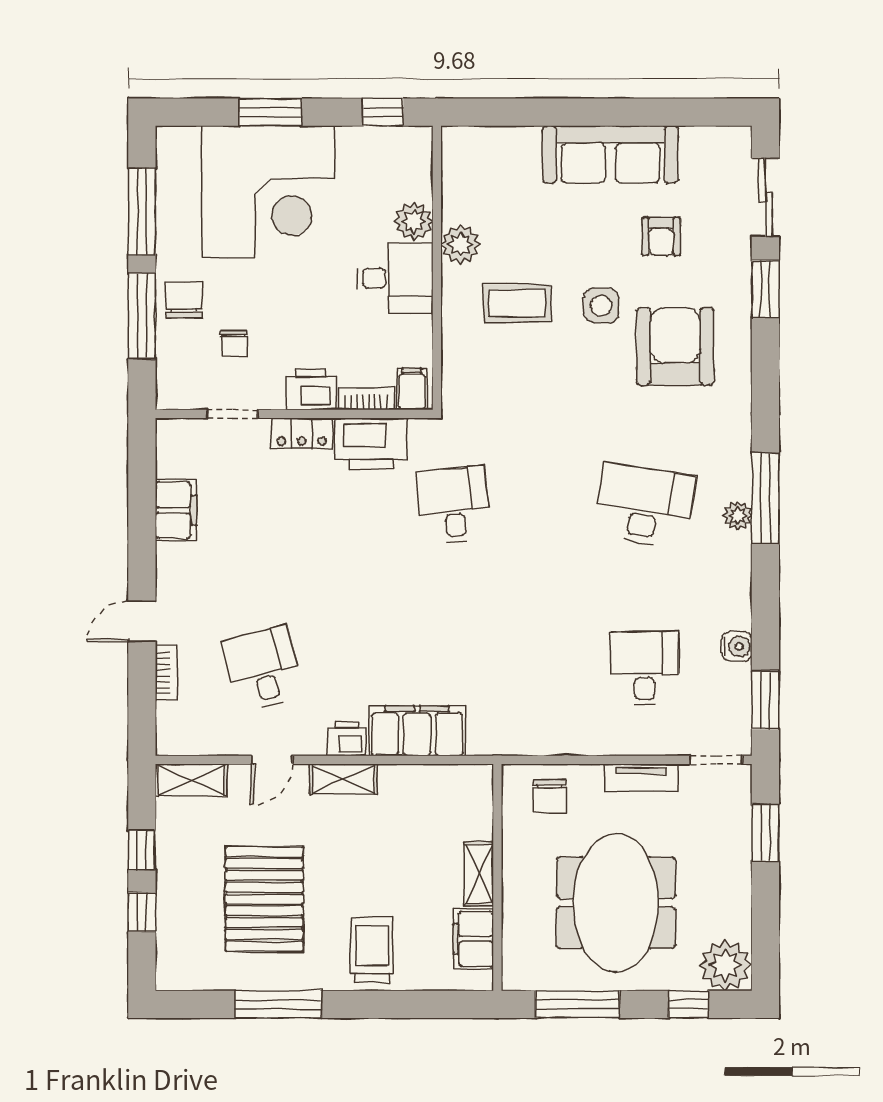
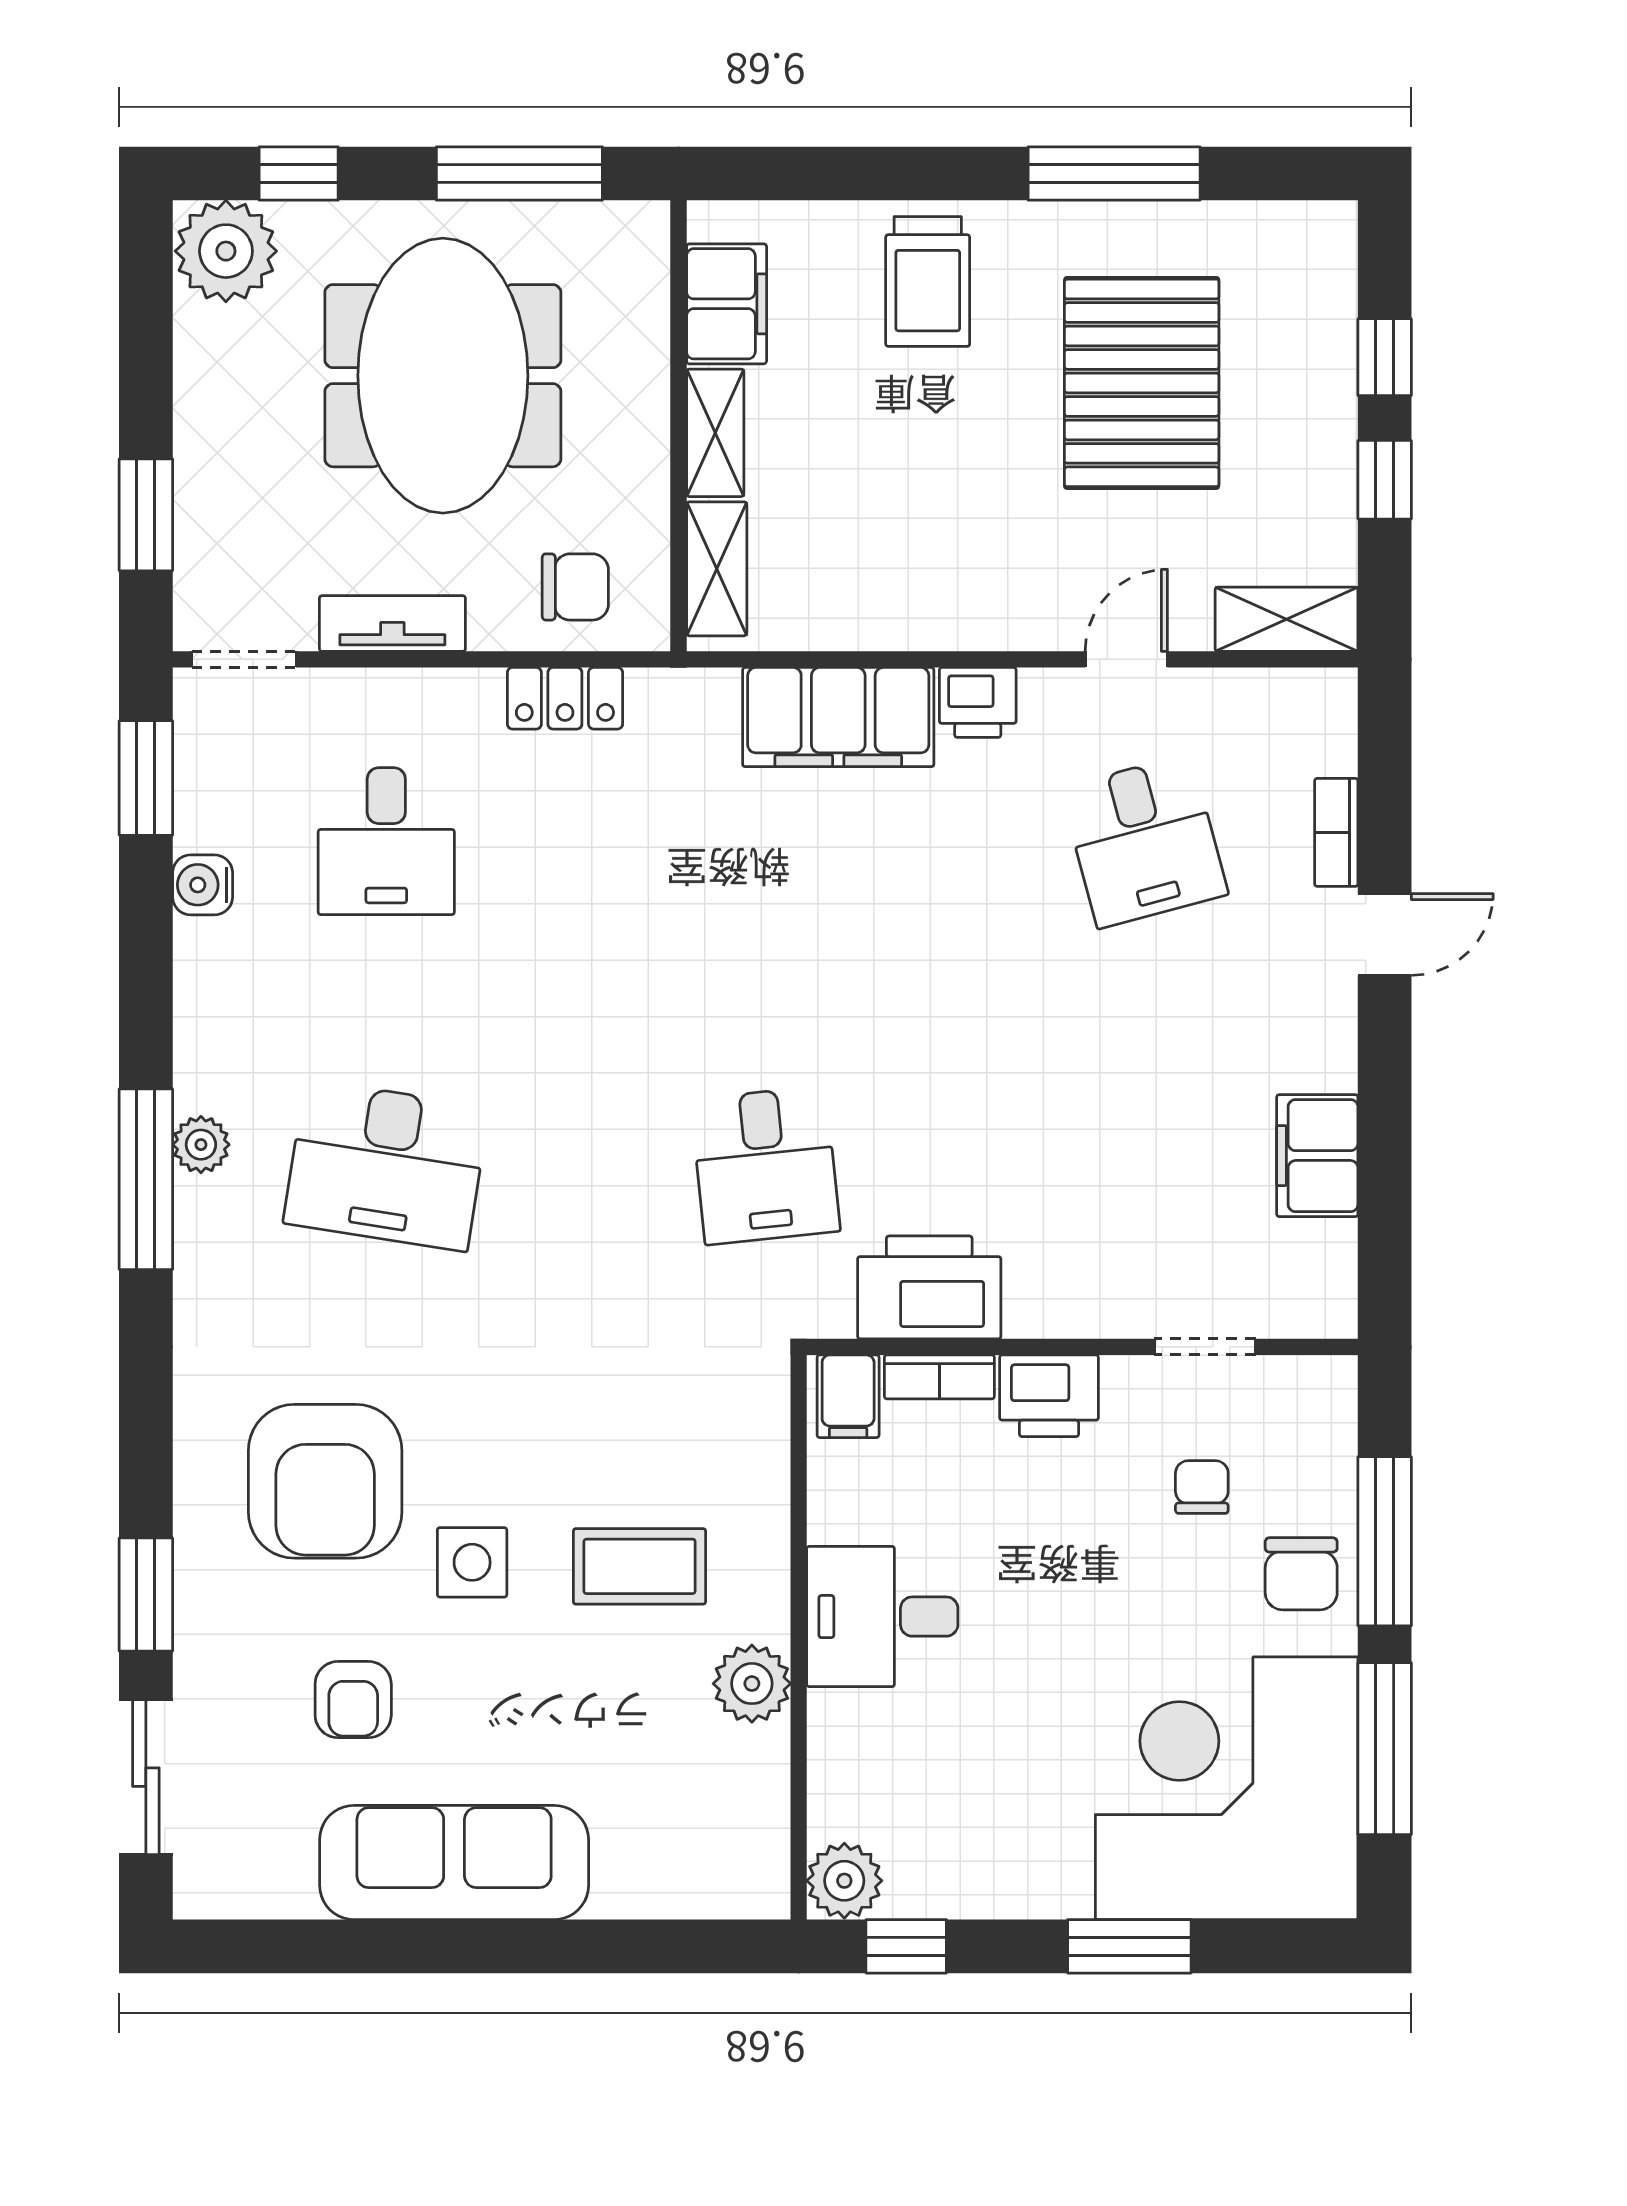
corner desk: (268, 192) -> (1227, 1788), moved
plant: (414, 221) -> (844, 1881), moved
armchair: (661, 236) -> (353, 1700), turned 180
locker: (302, 433) -> (565, 698), moved, turned 180
shelving: (344, 779) -> (717, 569), moved, turned 90
chair: (549, 796) -> (575, 587), turned 90

